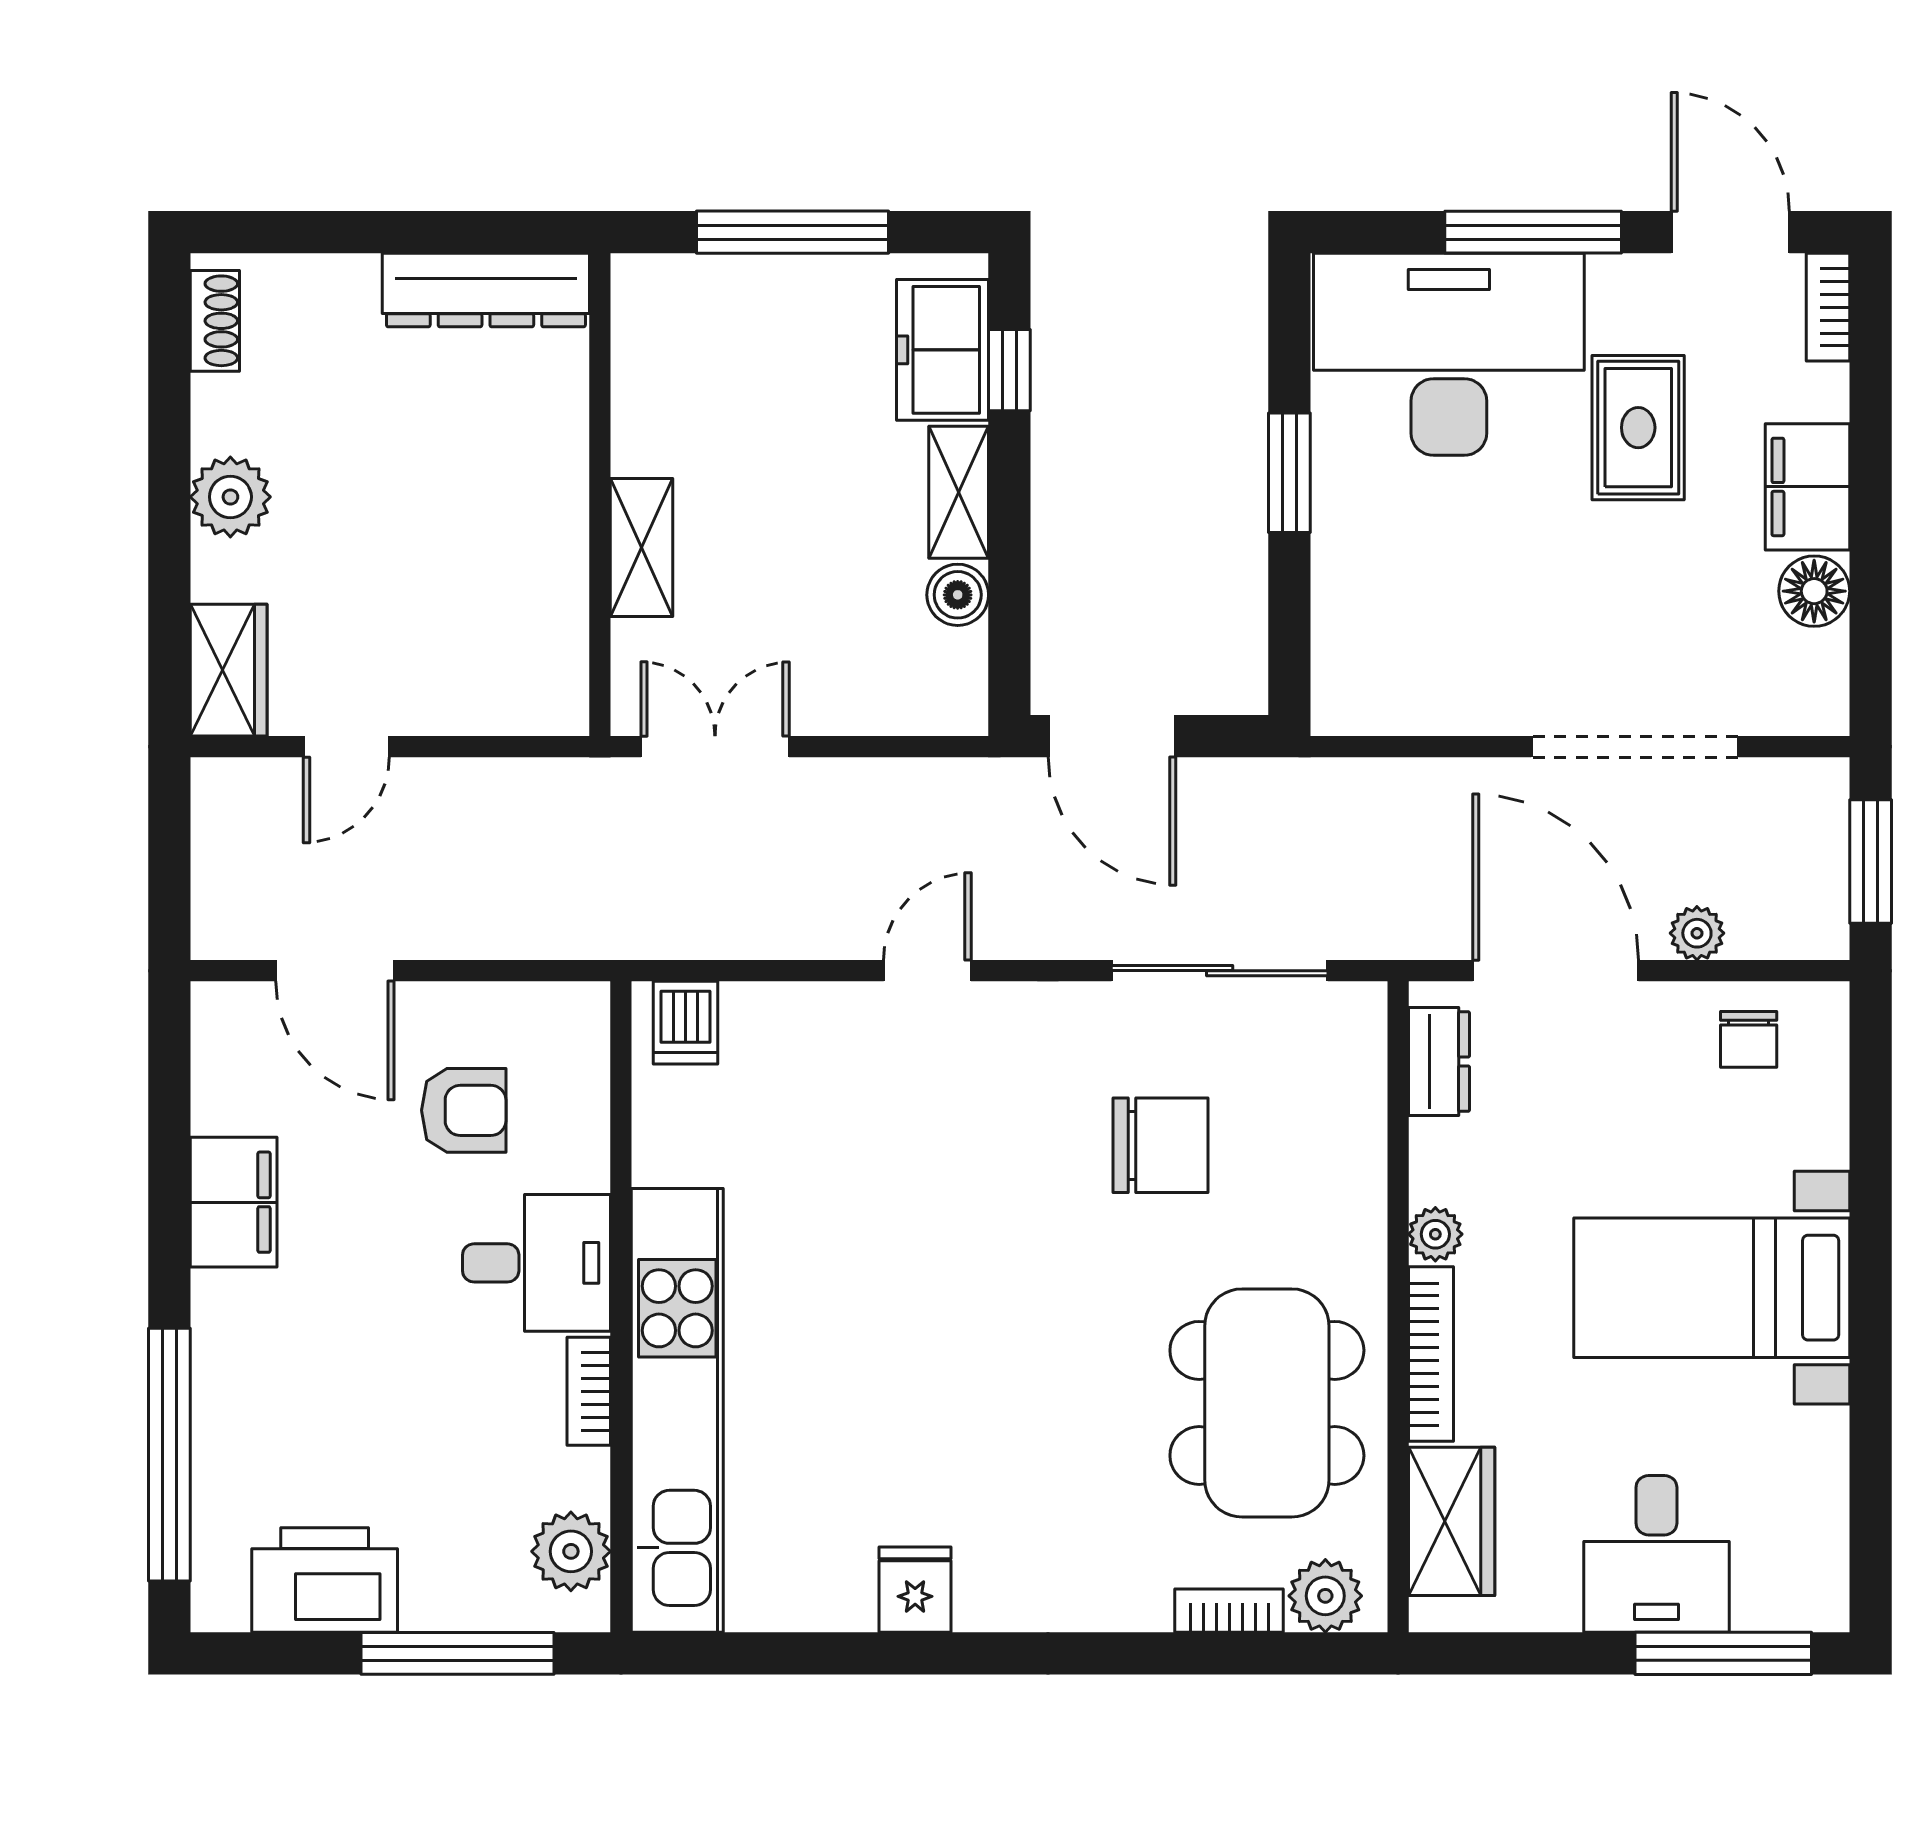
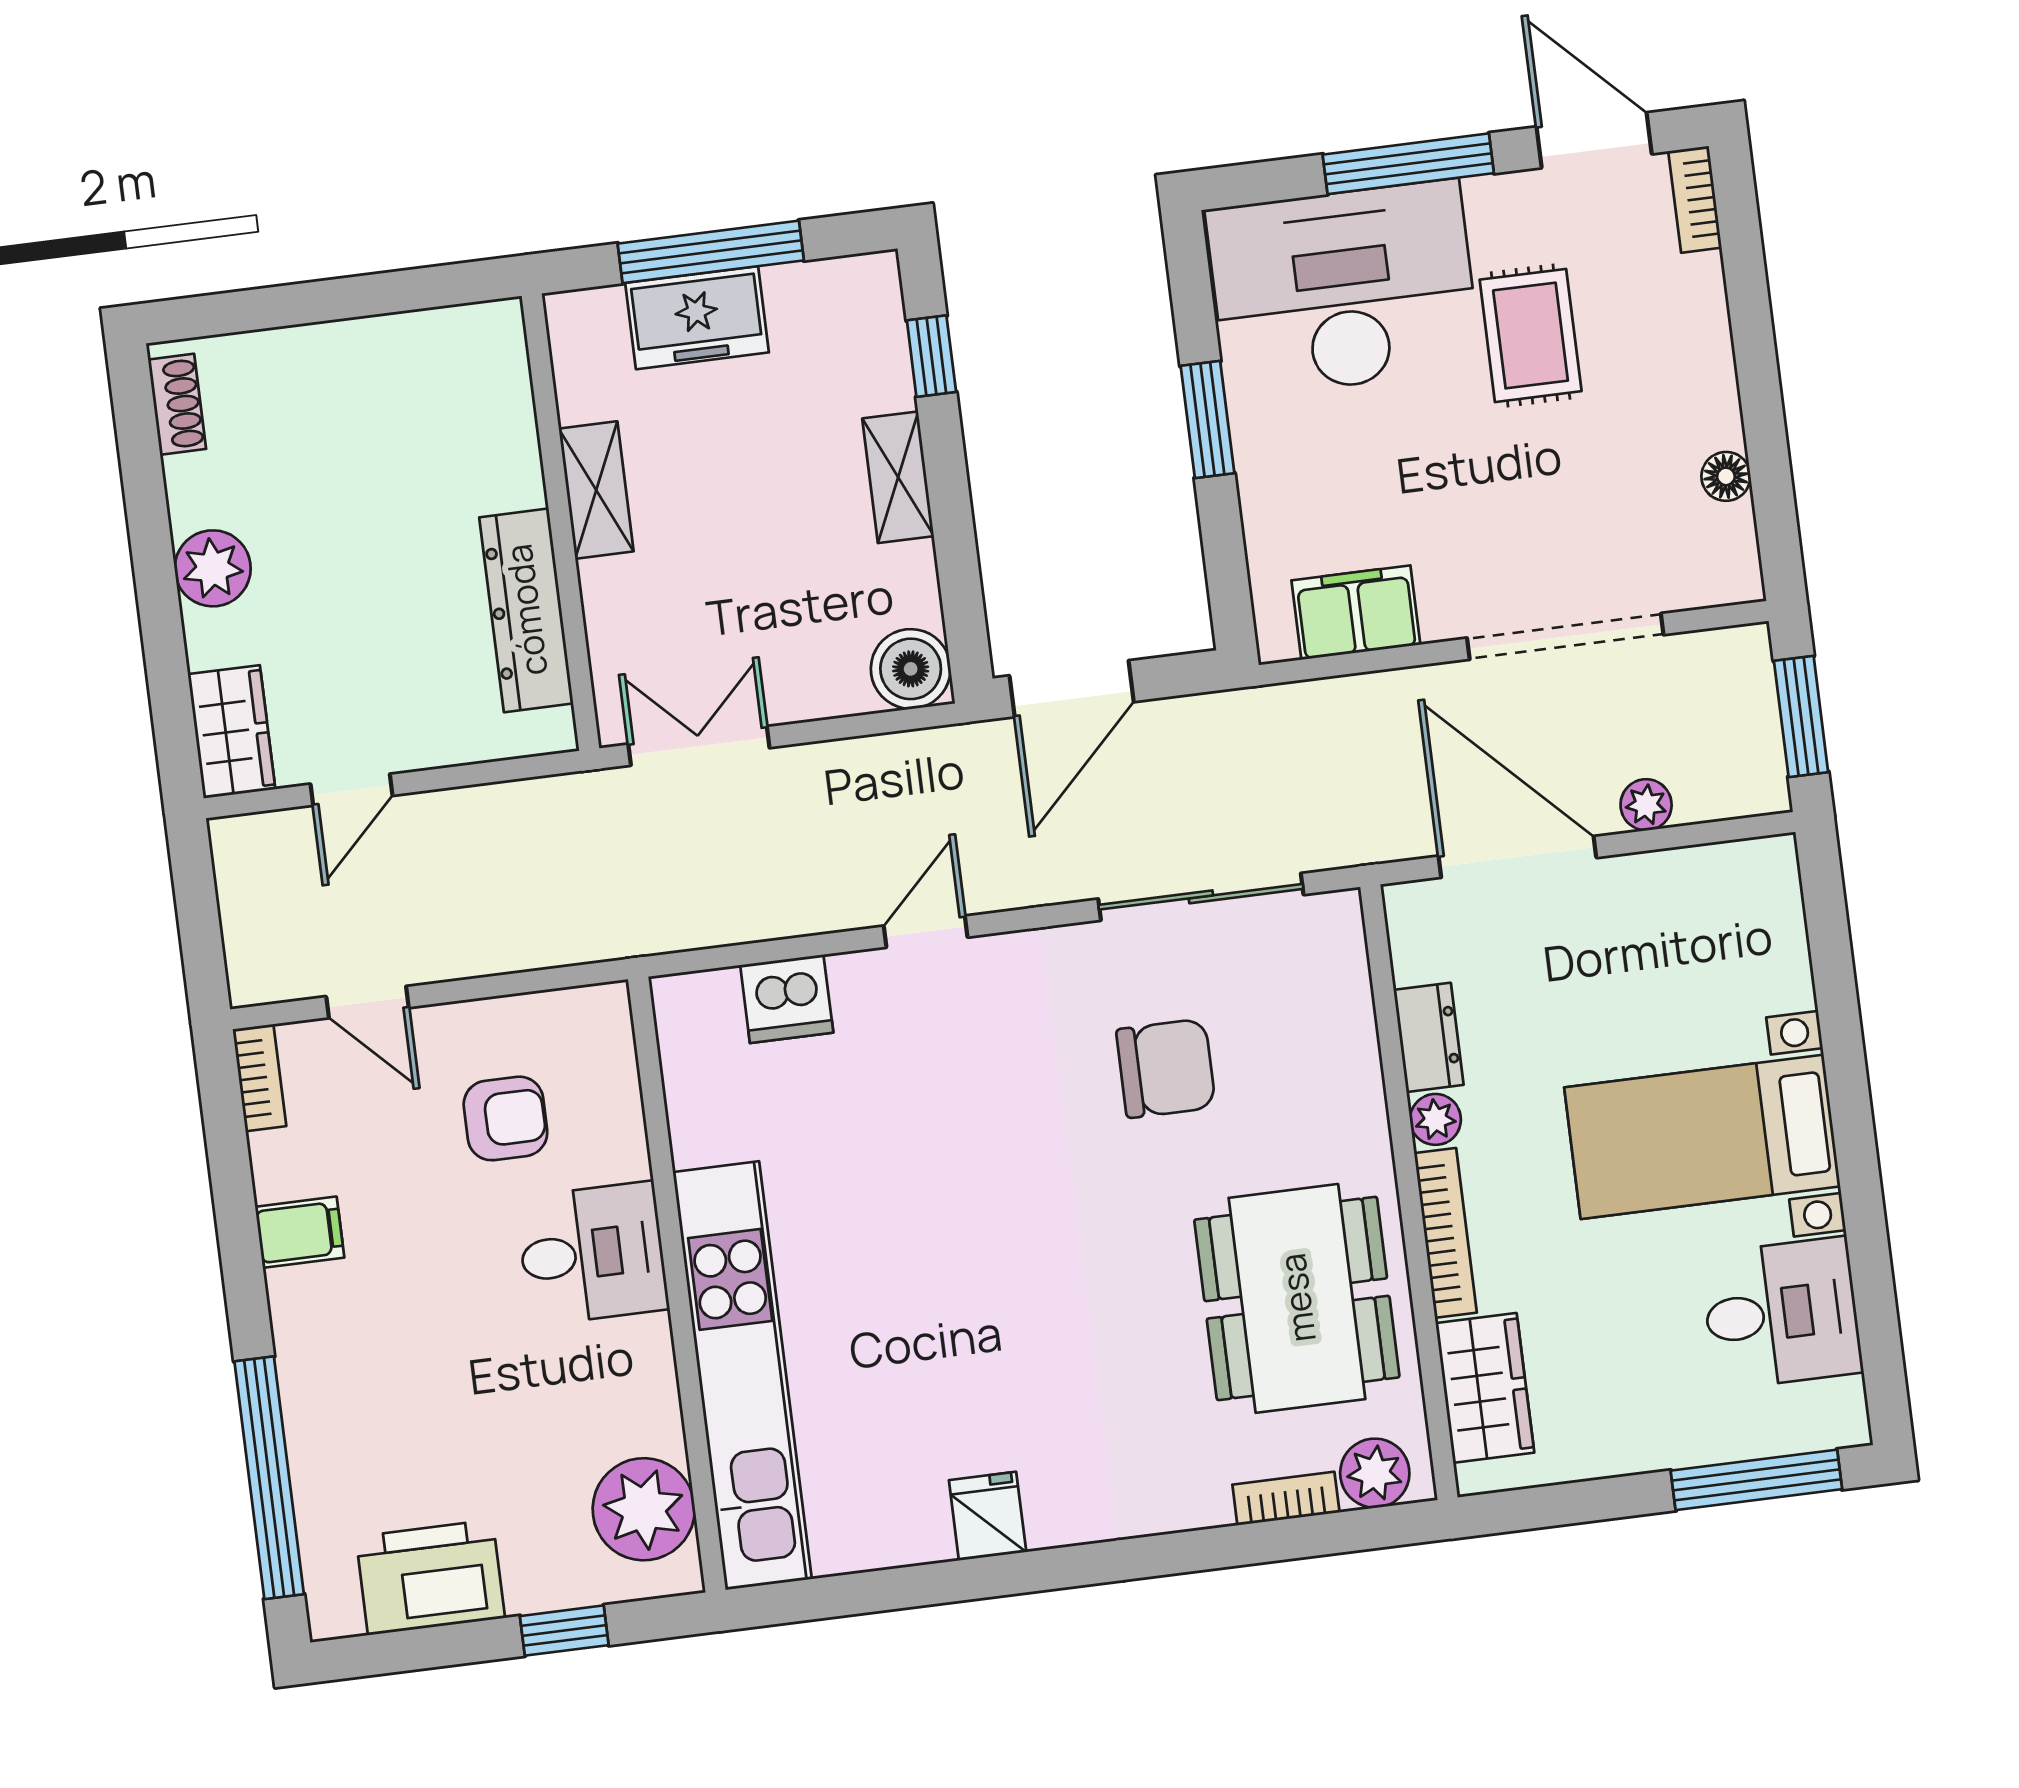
dresser: (486, 290) -> (526, 610), moved, turned 90
freezer: (943, 350) -> (697, 318), moved, turned -90
filing cabinet: (1807, 487) -> (1356, 612), moved, turned 90
shelving: (641, 548) -> (596, 490), moved
floor lamp: (1814, 591) -> (1726, 476), width x0.73, depth x0.73
boiler: (958, 595) -> (911, 669), moved, width x1.36, depth x1.36
door: (1112, 736) -> (1072, 689), hinge flipped
door: (335, 971) -> (367, 1002), width x0.73
dishwasher: (685, 1023) -> (787, 999), moved, width x1.38
chair: (1749, 1039) -> (1707, 899), removed
dresser: (1439, 1061) -> (1429, 1037), moved
filing cabinet: (234, 1202) -> (300, 1232), width x0.50
bookcase: (589, 1391) -> (259, 1078), moved, turned 180
plant: (571, 1551) -> (644, 1509), width x1.36, depth x1.36
desk: (1656, 1554) -> (1781, 1313), moved, turned -90
window: (458, 1653) -> (564, 1631), width x0.46

